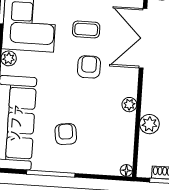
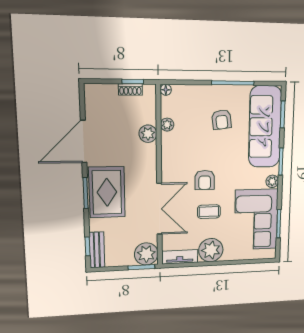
plant: (129, 105) -> (167, 125), moved

